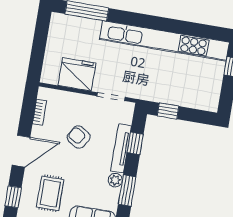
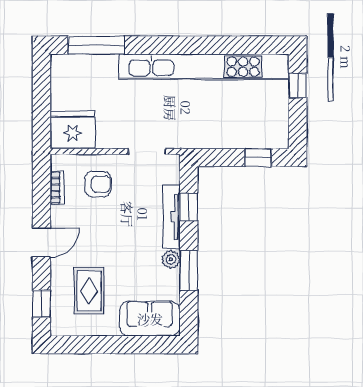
fridge: (77, 74) -> (73, 130), moved
window: (168, 111) -> (258, 157), moved
armchair: (79, 137) -> (98, 184), moved, turned 149
door: (21, 151) -> (42, 243), width x0.73

